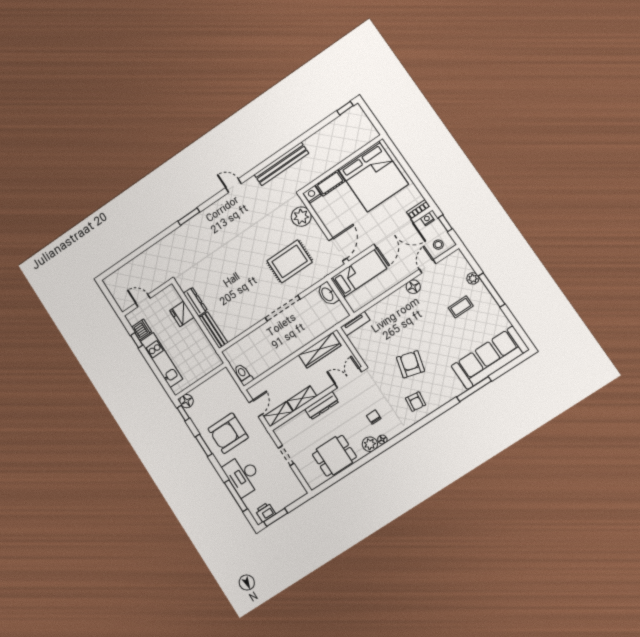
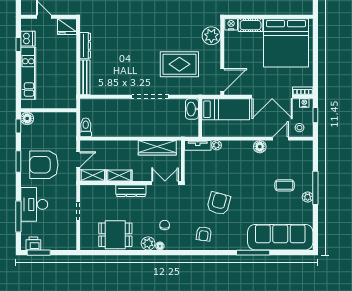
plant: (473, 278) -> (308, 197), moved
plant: (372, 312) -> (217, 145), added
fridge: (182, 314) -> (67, 27), moved, turned -90

